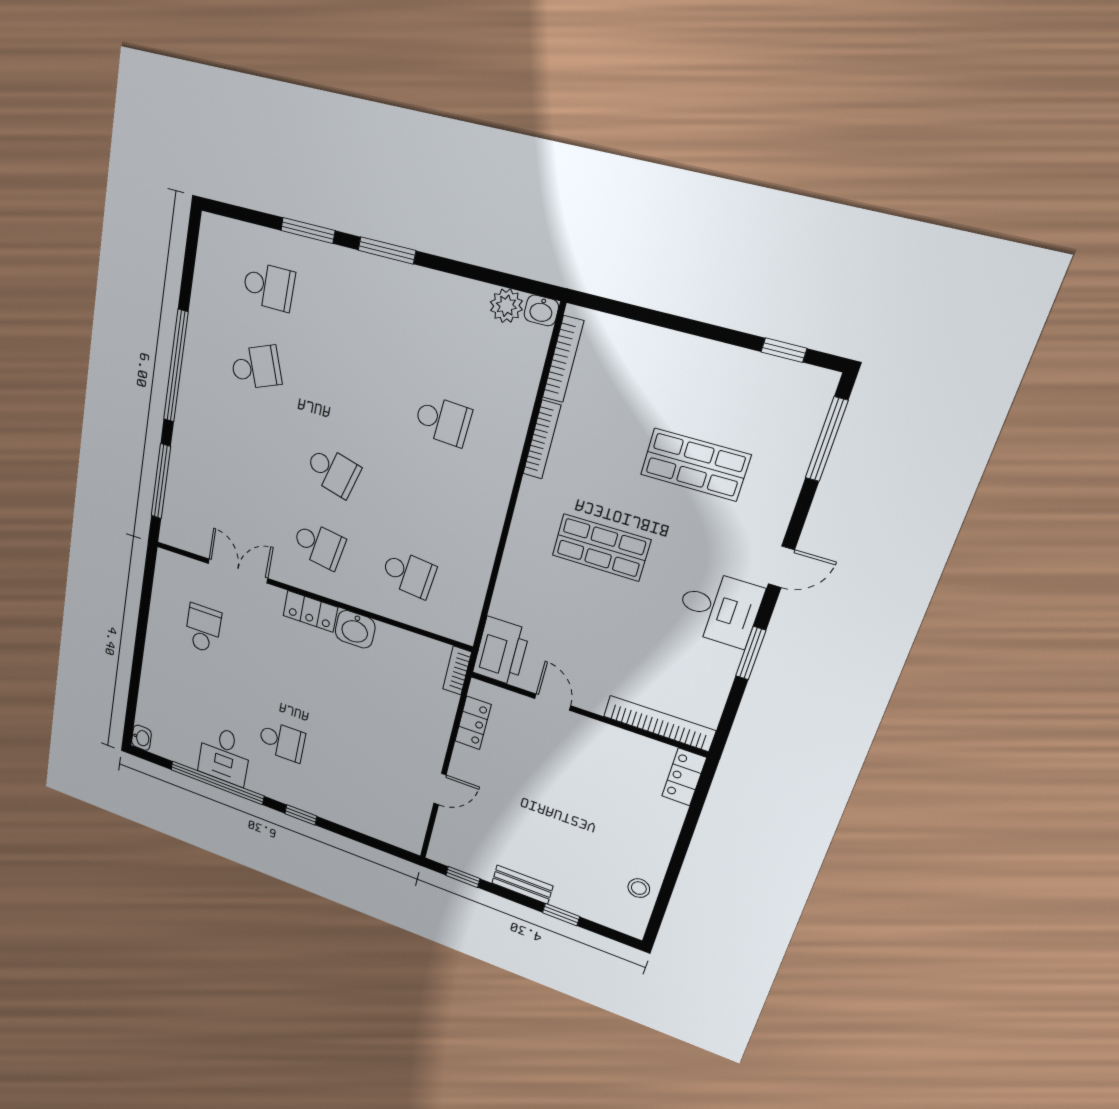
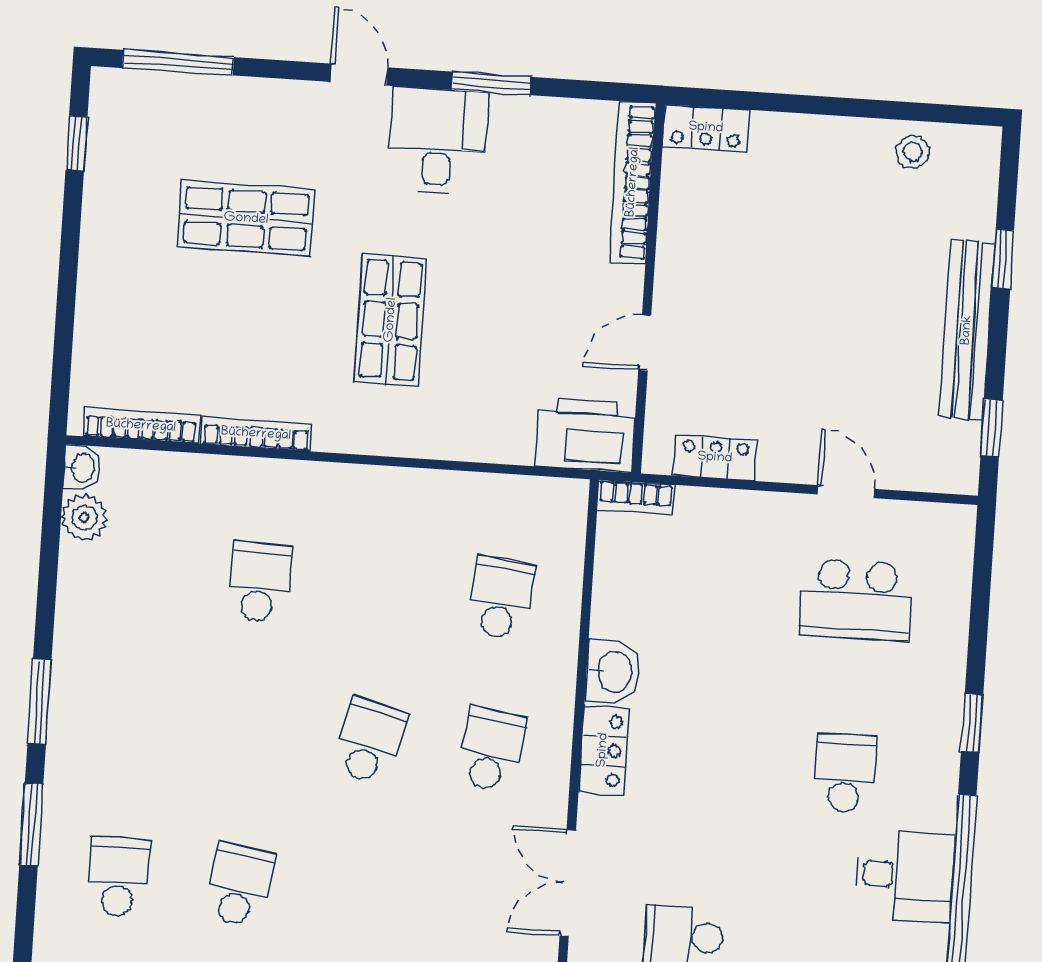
school desk: (256, 367) -> (239, 885), turned 30
shop shelf: (695, 465) -> (246, 219), turned 90
school desk: (377, 776) -> (856, 600), added
bench: (522, 884) -> (967, 330), width x1.86, depth x1.21

